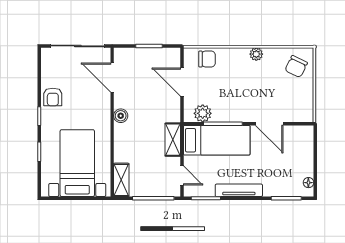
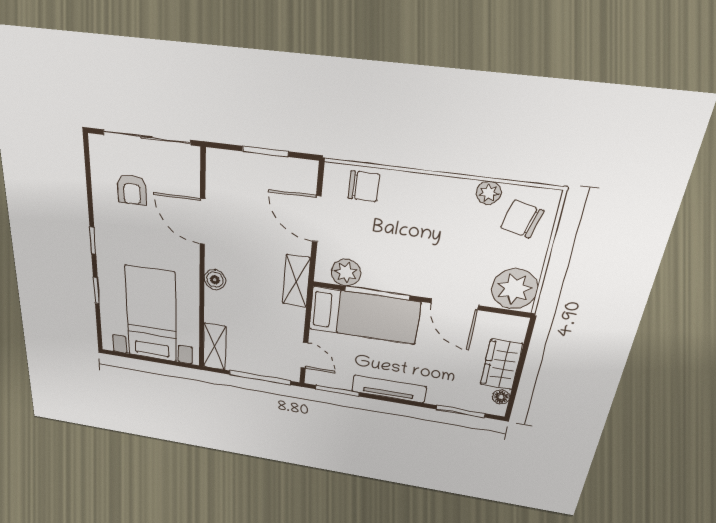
plant: (256, 54) -> (489, 193), moved
chair: (296, 67) -> (522, 219), turned 78
door: (112, 78) -> (202, 222), moved
armchair: (53, 97) -> (132, 190), moved
plant: (301, 108) -> (514, 289), added
boiler: (121, 116) -> (215, 280), moved
shelving: (173, 140) -> (296, 281), moved
wardrobe: (304, 160) -> (501, 365), added

